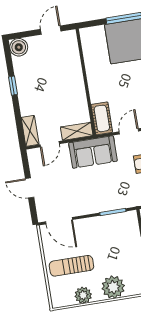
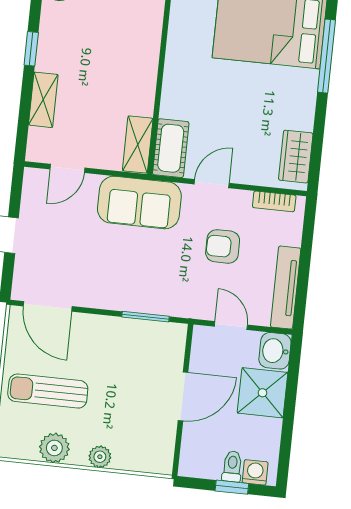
shelving: (30, 131) -> (43, 100), moved
shelving: (77, 131) -> (138, 144), moved, turned 90
plant: (113, 287) -> (100, 457), width x0.53, depth x0.53

